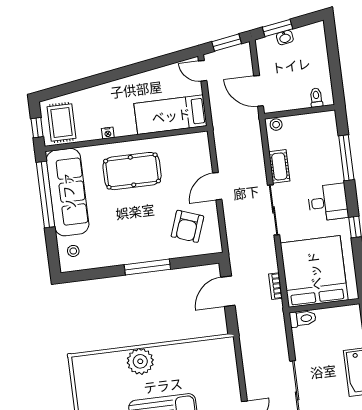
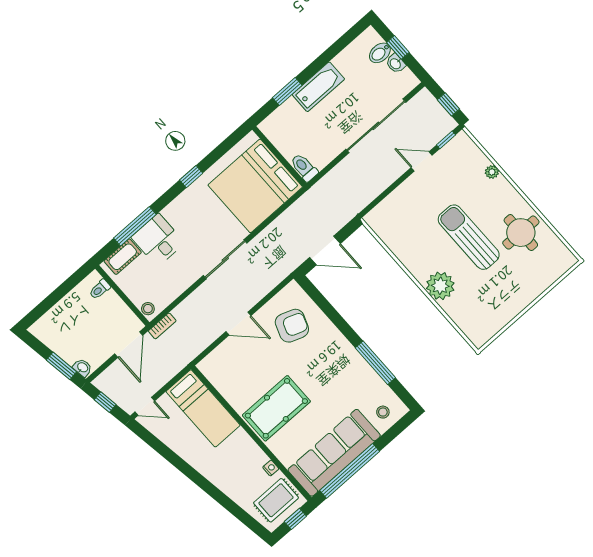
washbasin: (285, 38) -> (82, 368), moved
window: (227, 43) -> (105, 402), width x0.67
door: (203, 71) -> (145, 406), hinge flipped
nightstand: (108, 133) -> (271, 468), moved
cot: (279, 166) -> (123, 257), moved
pool table: (132, 171) -> (276, 408), turned 90
desk: (328, 202) -> (158, 240), moved
window: (147, 267) -> (375, 363), moved
bookcase: (275, 286) -> (162, 326), moved

